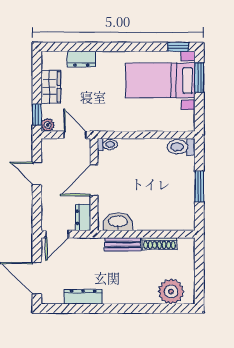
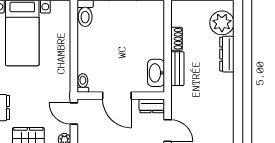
door: (75, 135) -> (74, 114), hinge flipped
shoe rack: (159, 243) -> (177, 39), width x0.70
dresser: (83, 297) -> (227, 54), moved

